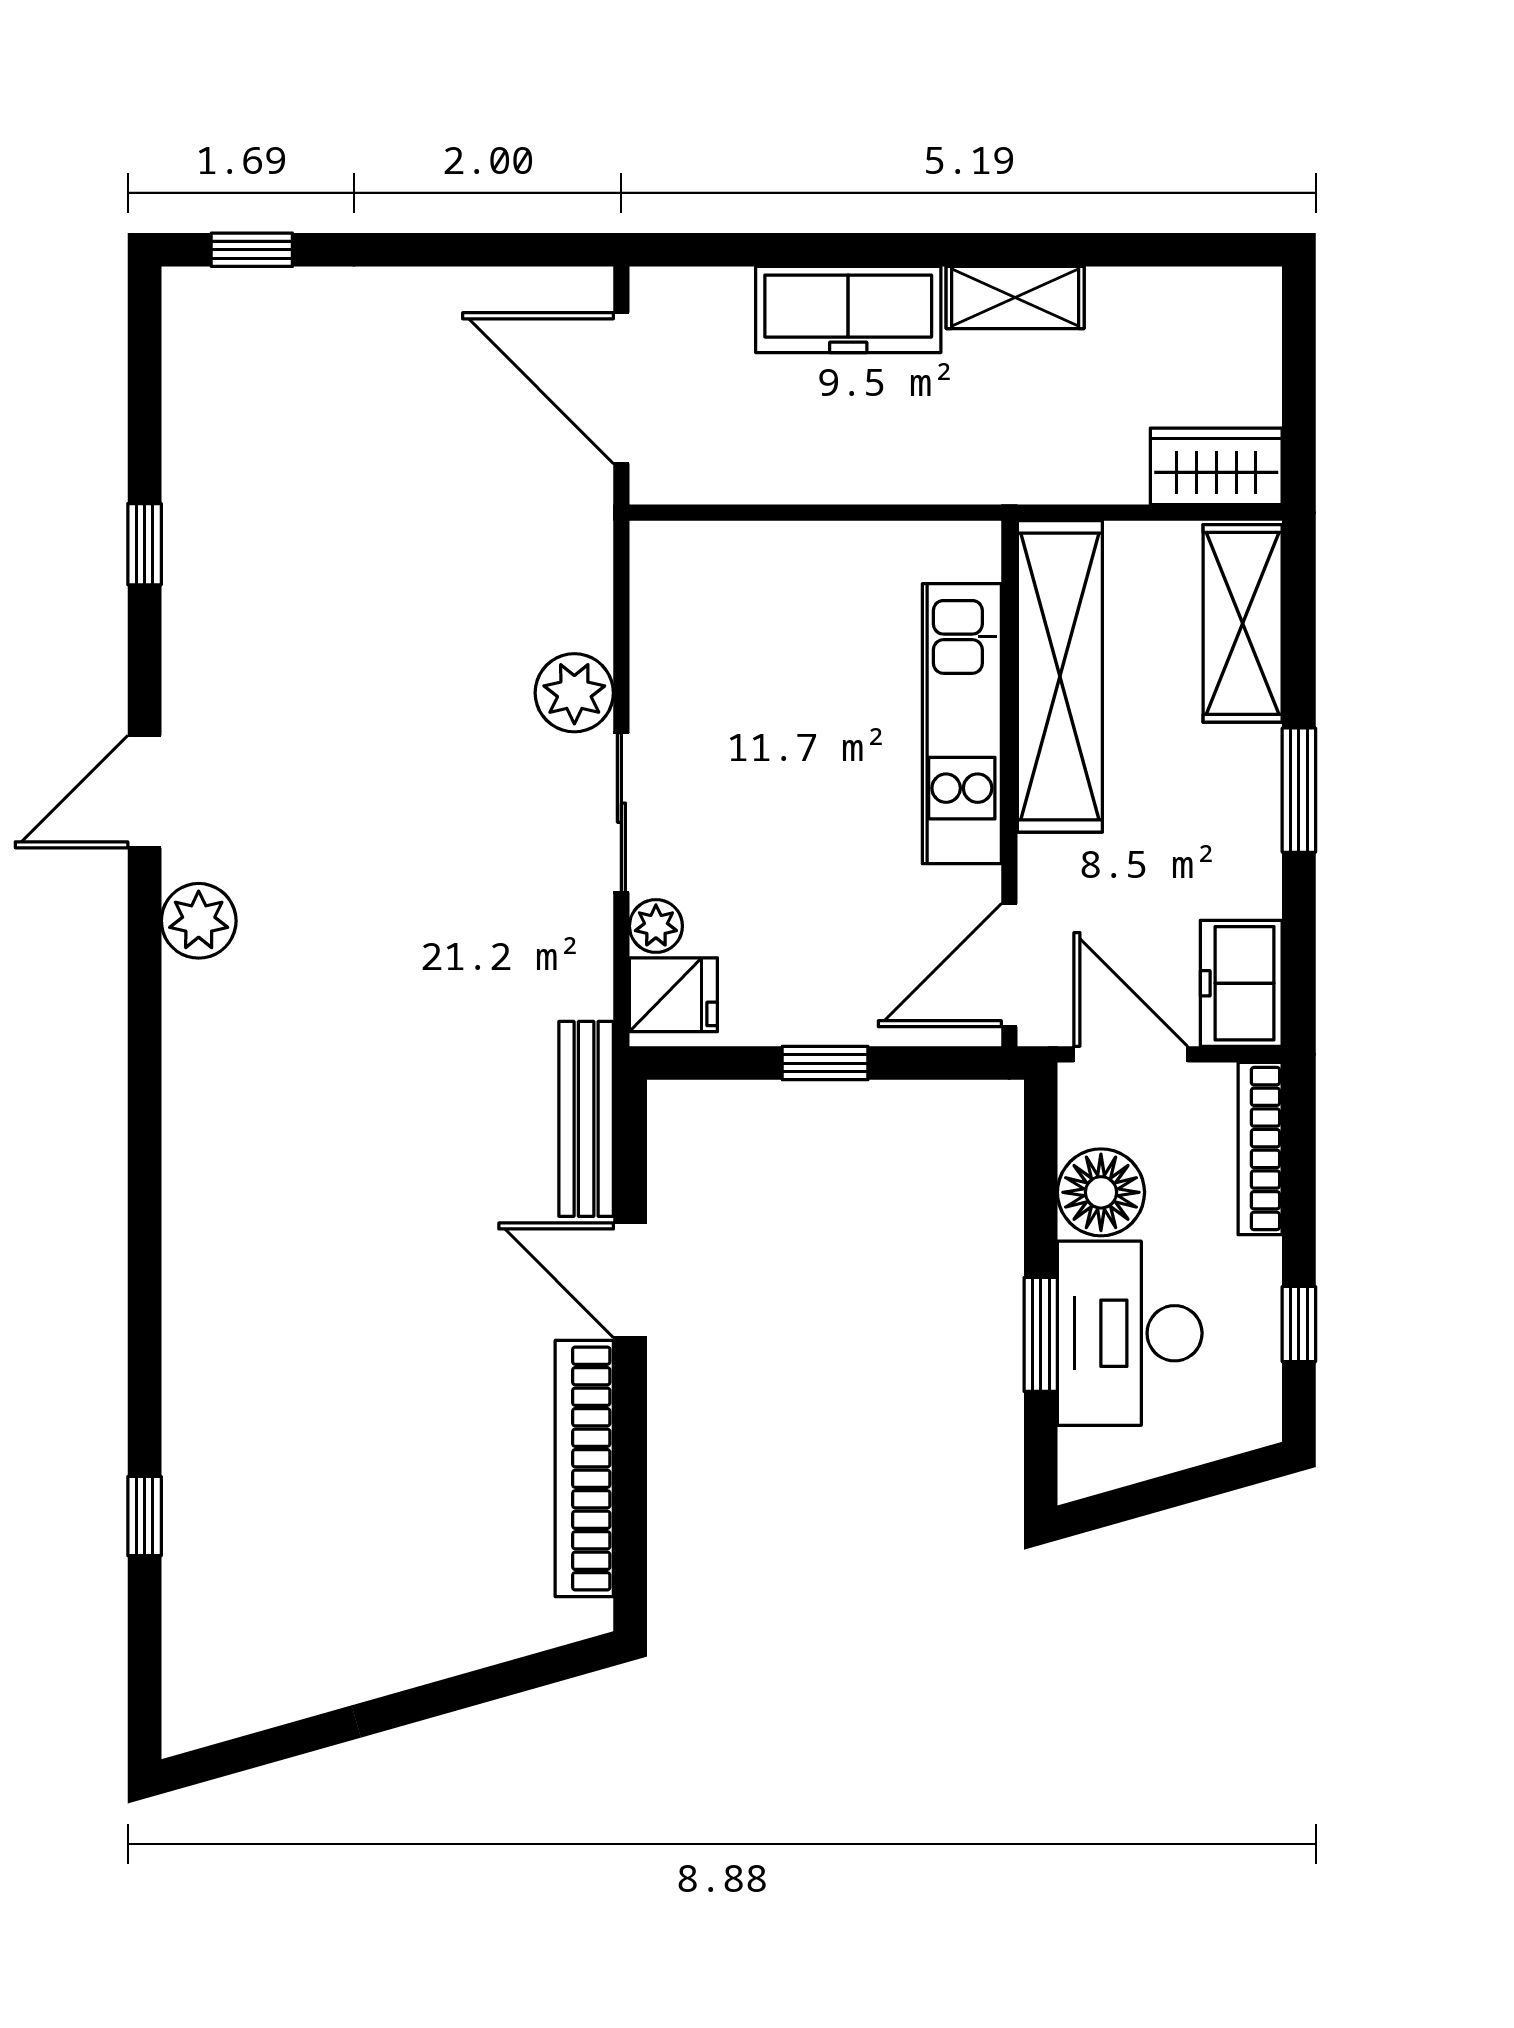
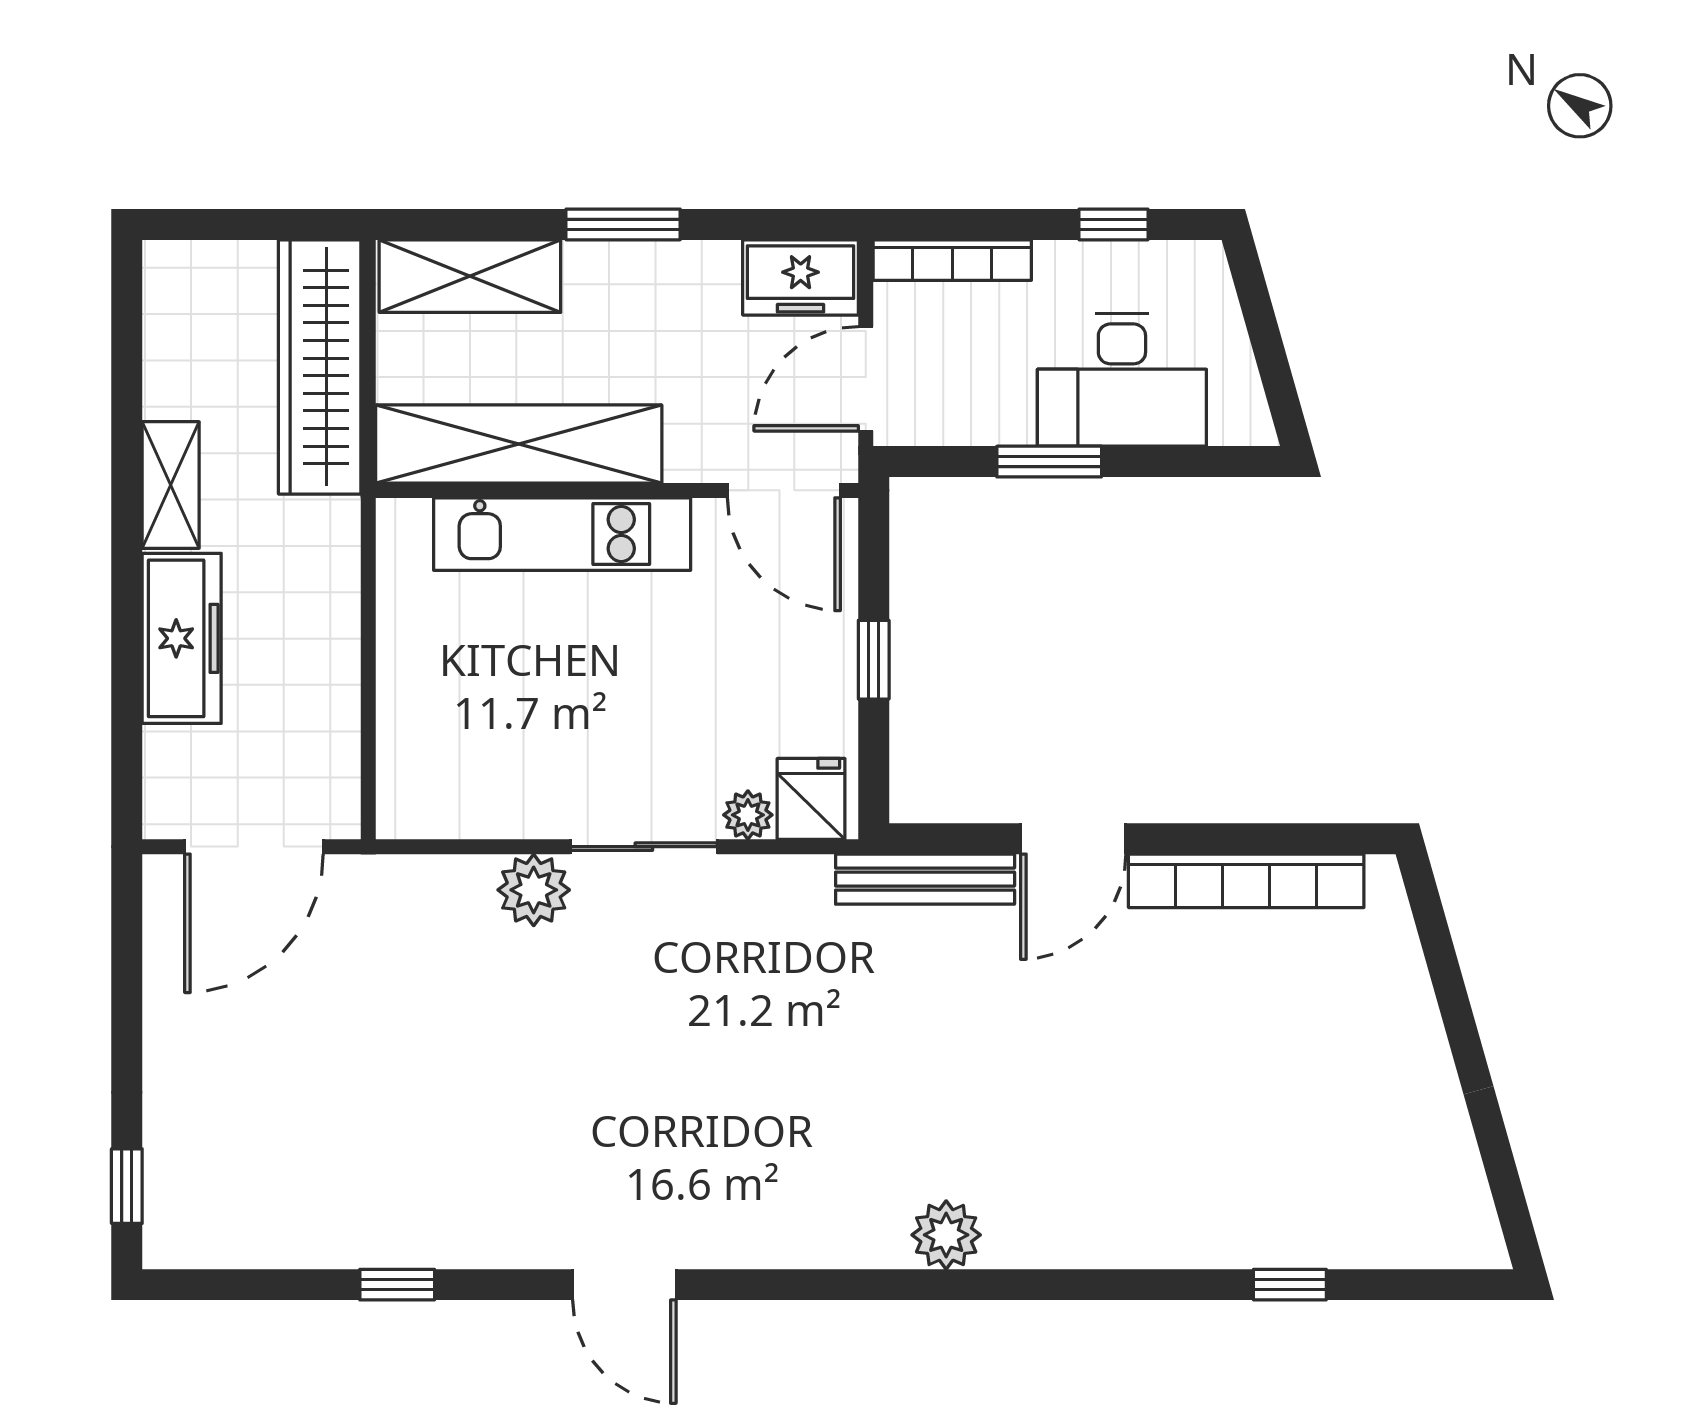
wardrobe: (1216, 466) -> (320, 367), width x2.10, depth x1.17
plant: (199, 921) -> (946, 1235), moved
floor lamp: (1101, 1192) -> (993, 406), removed
window: (1041, 1334) -> (1049, 462), moved

